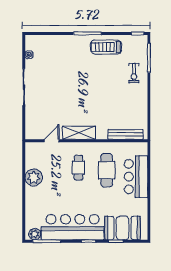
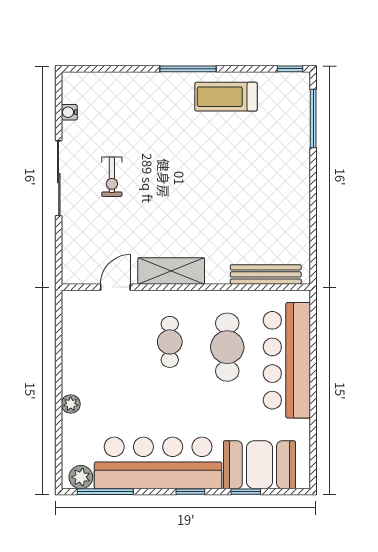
exercise bike: (134, 73) -> (112, 177), moved
plant: (34, 177) -> (71, 404), moved, width x0.53, depth x0.53
bar counter: (136, 177) -> (287, 360), width x1.36

